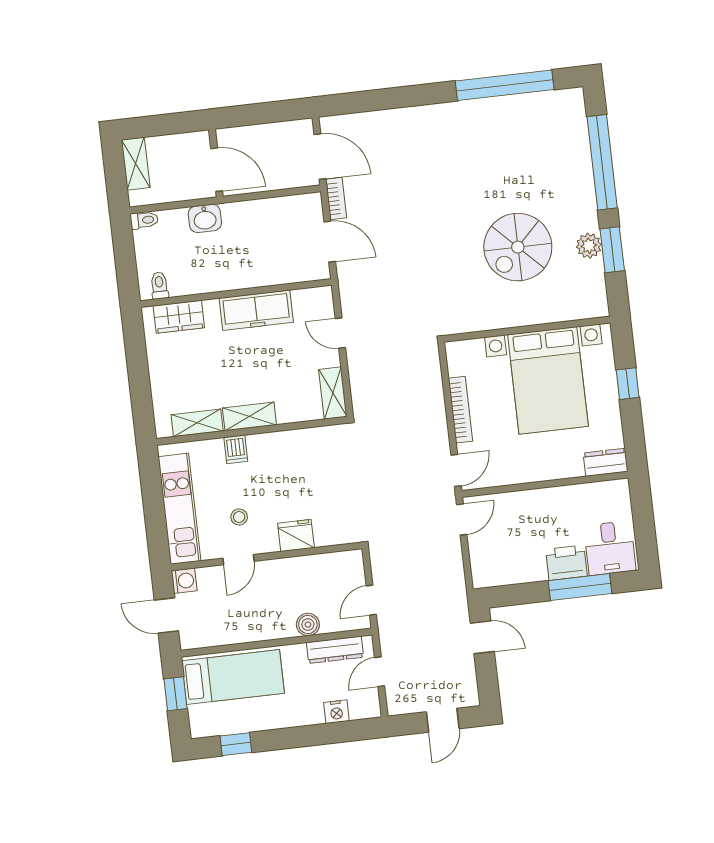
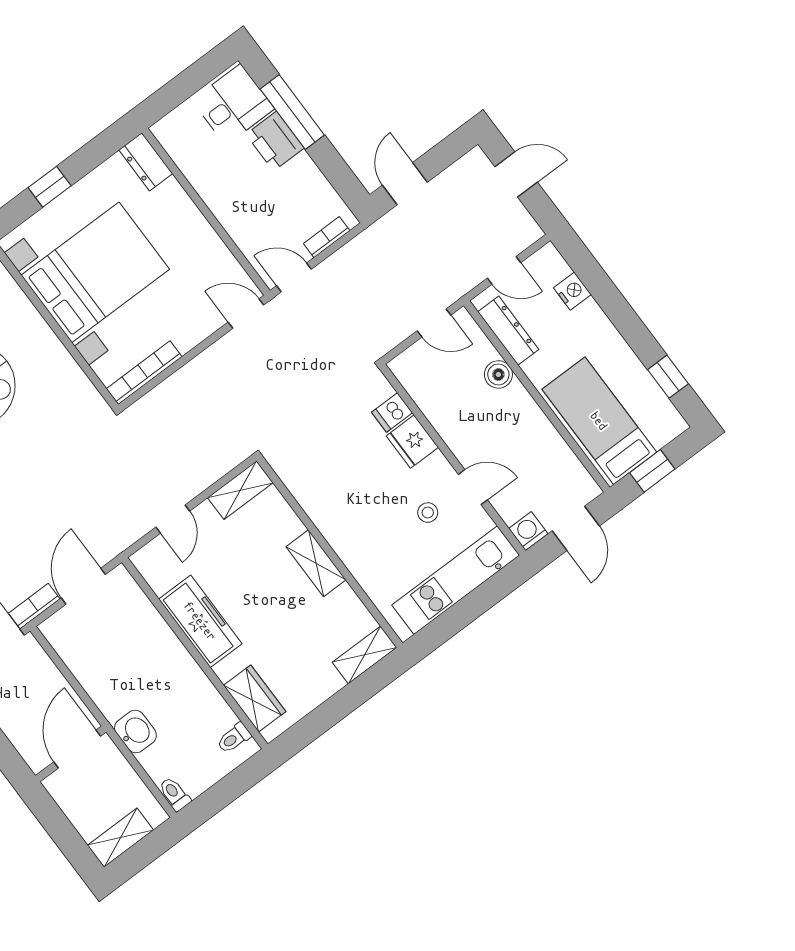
bookcase: (460, 410) -> (144, 373), moved
shelving: (197, 423) -> (365, 655), moved, turned 90
dishwasher: (236, 449) -> (392, 412), moved, turned 180
bookcase: (477, 560) -> (327, 237), added

